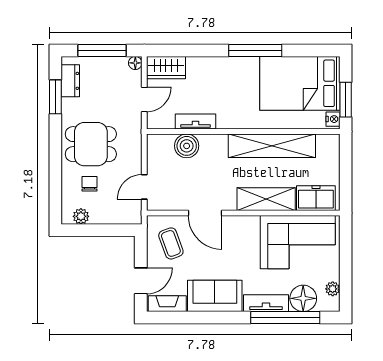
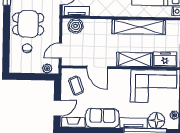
tv unit: (196, 122) -> (77, 11), moved
boiler: (187, 146) -> (76, 26), moved
plant: (81, 216) -> (47, 68), moved

